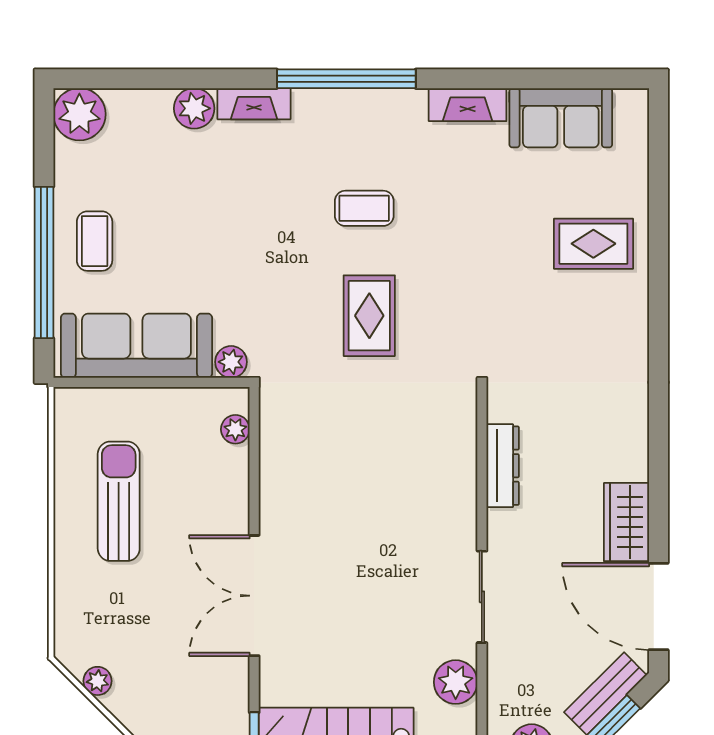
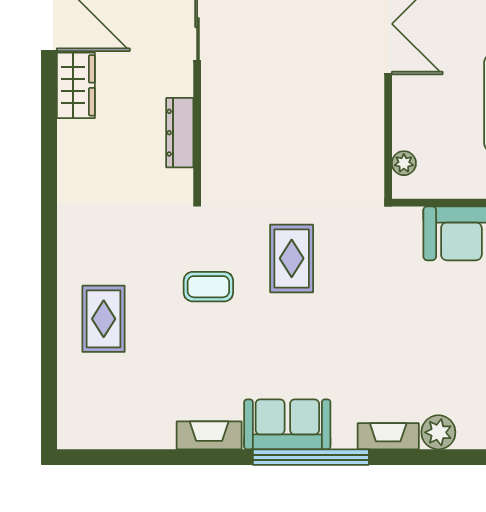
sofa: (561, 118) -> (287, 424), moved
coffee table: (364, 208) -> (208, 287), moved
rug: (593, 244) -> (104, 319), turned 90
plant: (231, 362) -> (407, 220), removed

